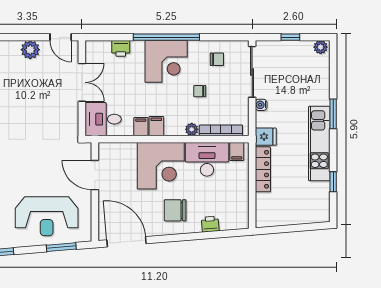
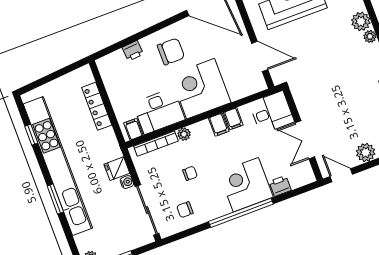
corner desk: (166, 61) -> (246, 185), moved
fridge: (266, 137) -> (117, 169), moved
kitchen unit: (319, 144) -> (58, 166), width x1.86
locker: (263, 169) -> (97, 106), moved

